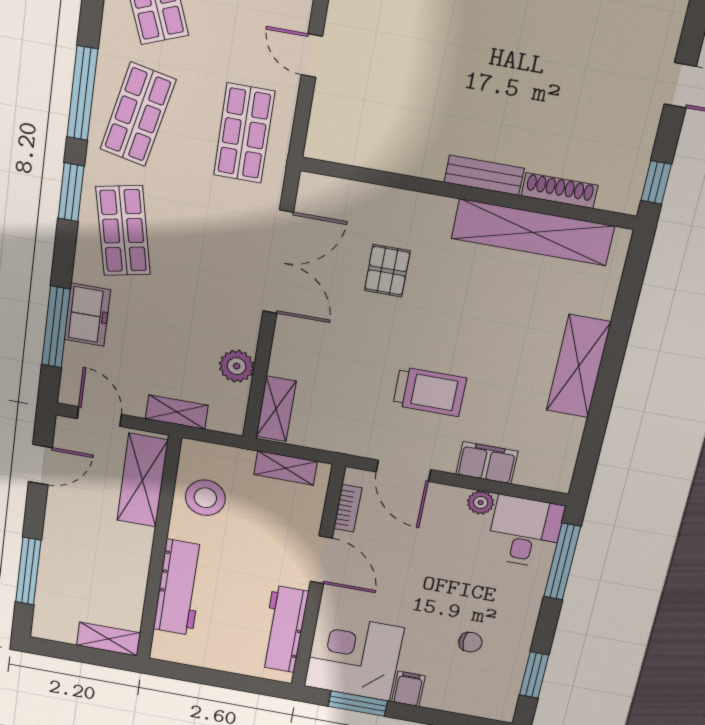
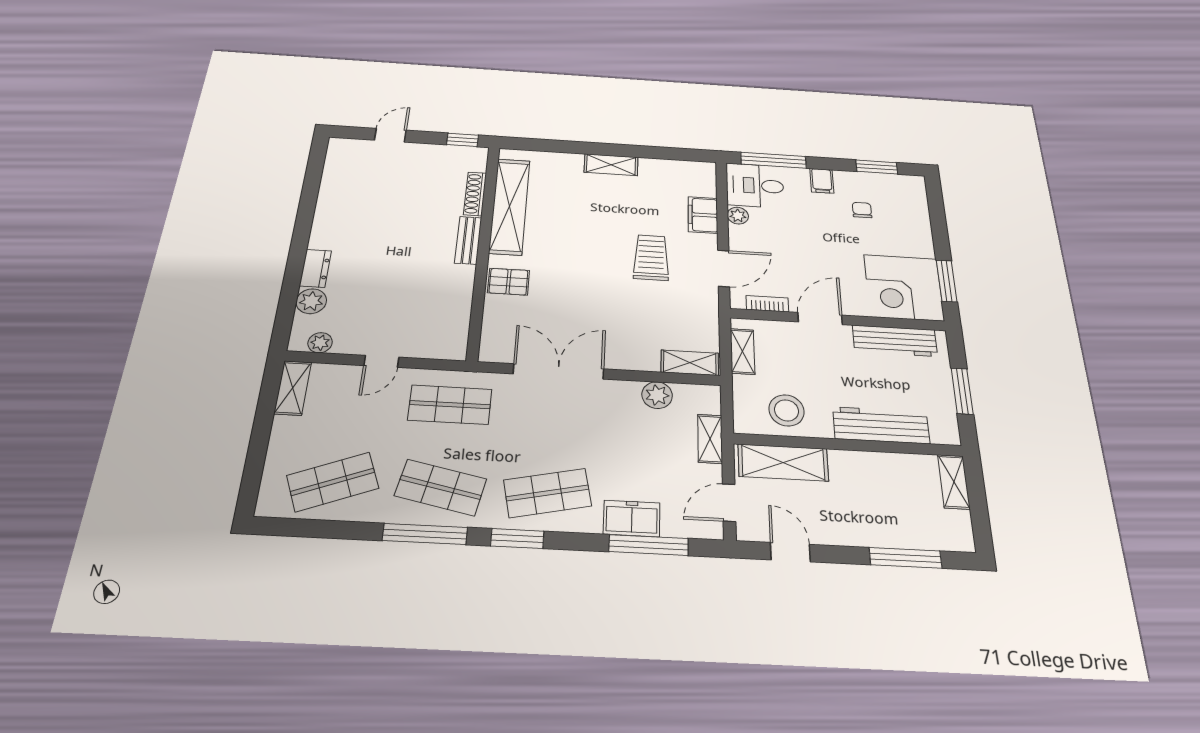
pallet: (387, 271) -> (509, 282), moved
shelving: (579, 366) -> (611, 165), width x0.67, depth x0.75
window: (214, 678) -> (962, 391), added
filing cabinet: (408, 689) -> (822, 181), moved, turned -90

